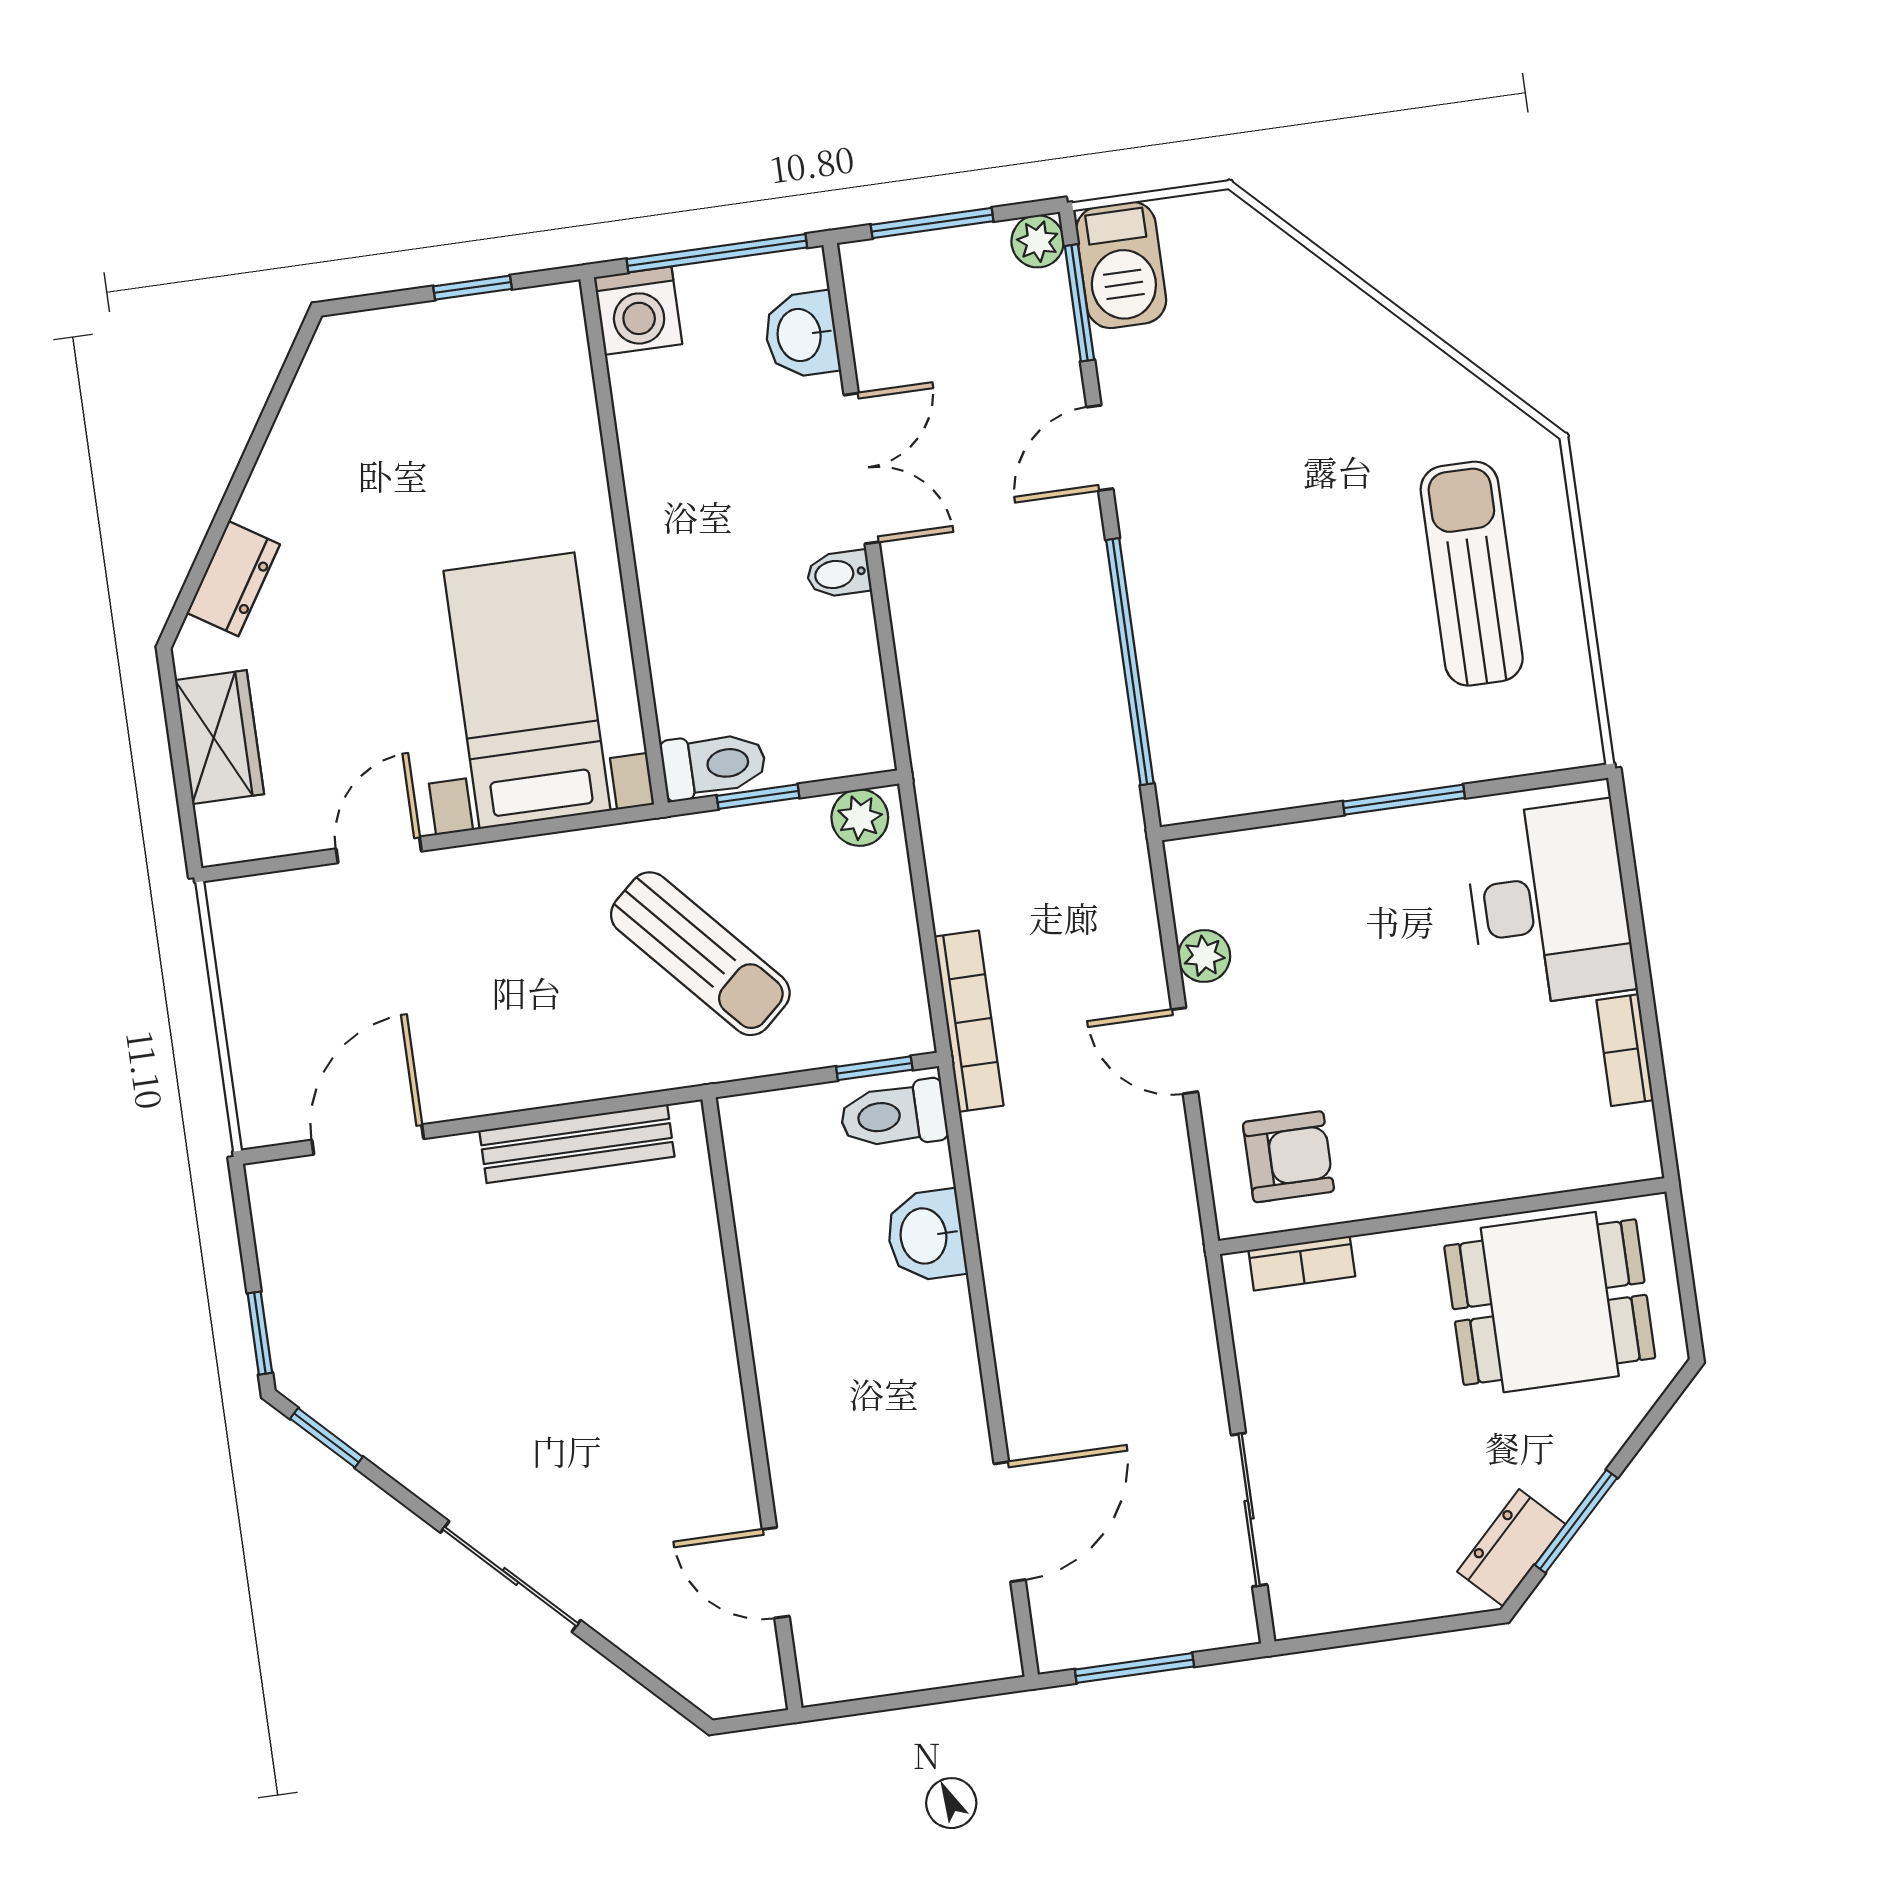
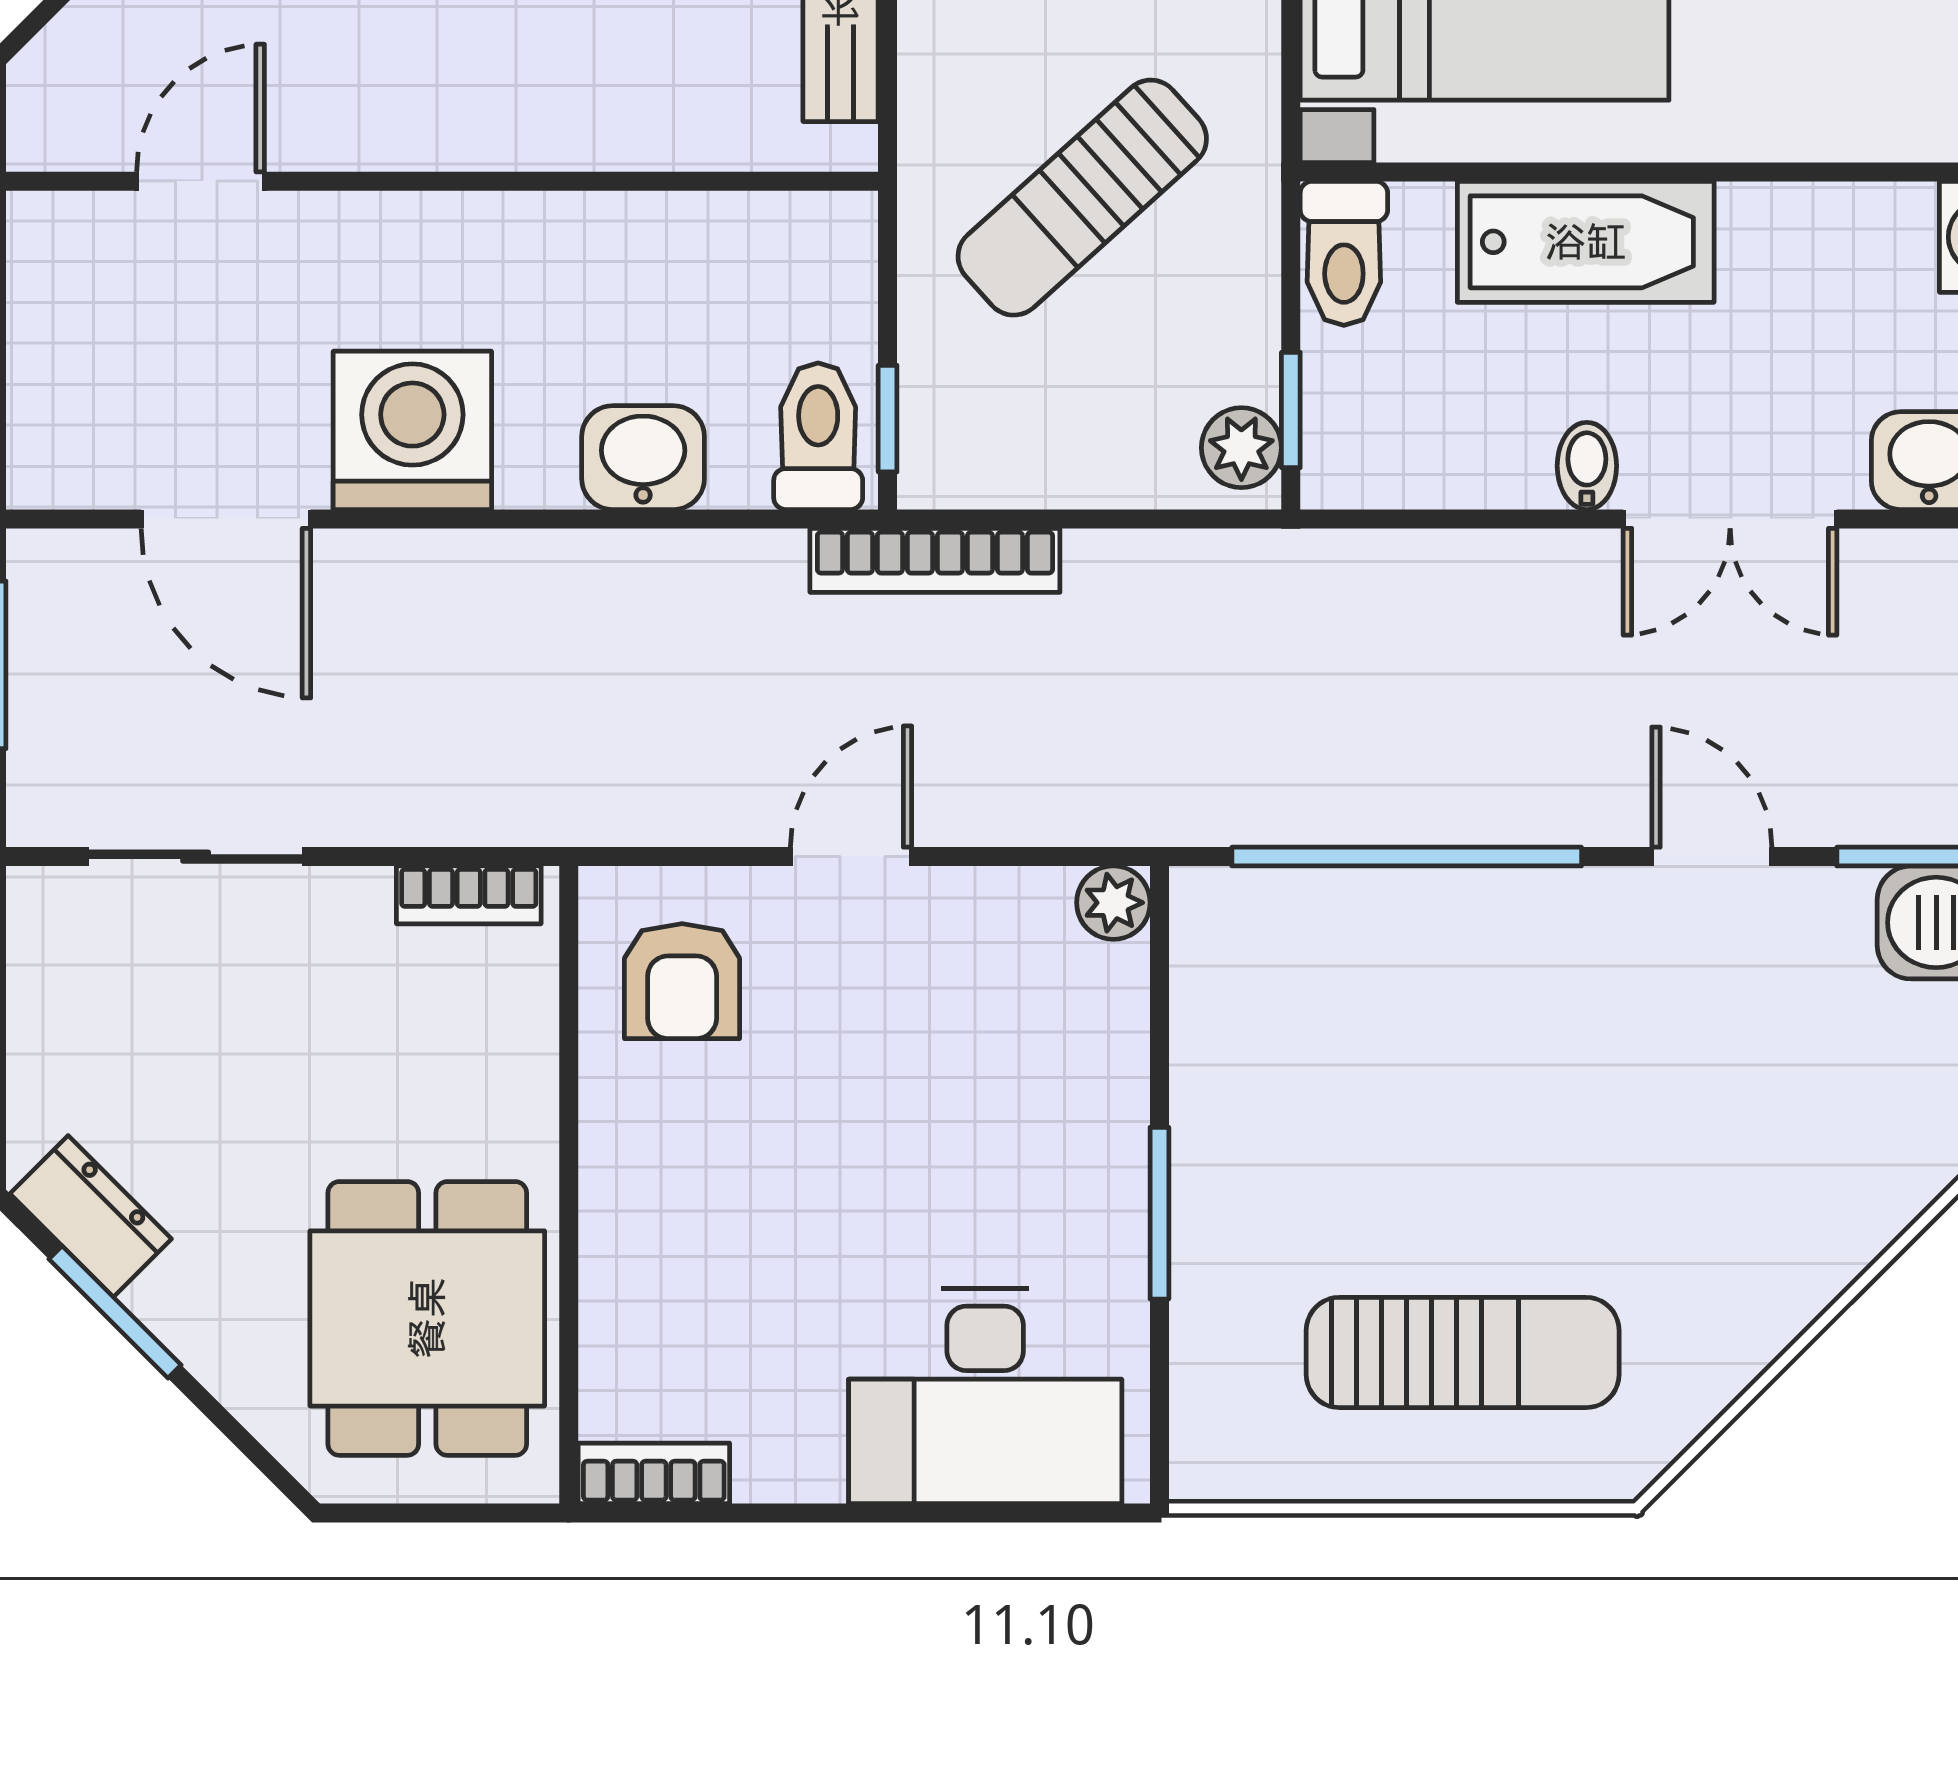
bathtub: (682, 597) -> (1586, 242), added
window: (758, 797) -> (1291, 410), moved
plant: (1204, 956) -> (1113, 903), moved
bookcase: (1625, 1050) -> (654, 1473), moved
bookcase: (1302, 1263) -> (469, 895), moved, turned -90
washing machine: (929, 1400) -> (412, 430), added

